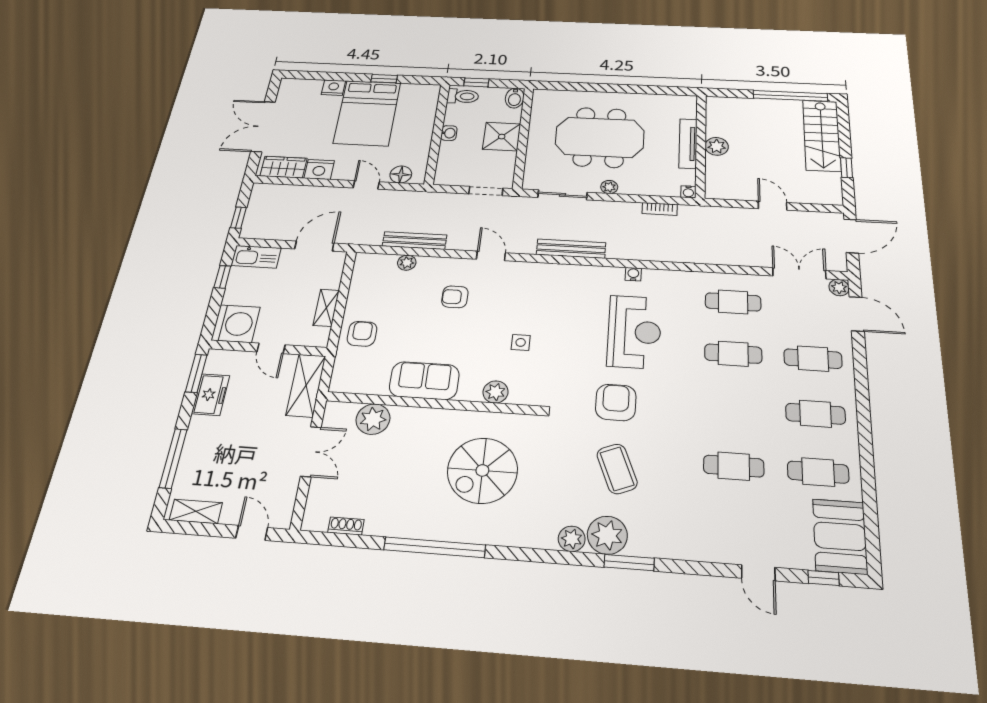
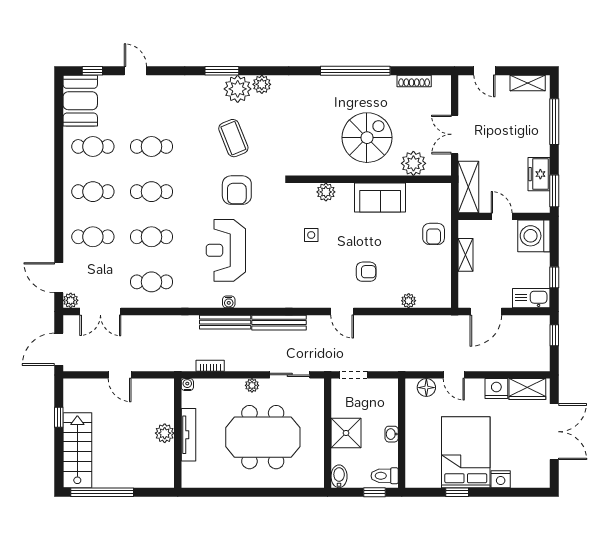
bench: (415, 241) -> (225, 322), moved
cafe table: (733, 408) -> (151, 192), added
spiral stairs: (482, 470) -> (367, 138), moved
shoe rack: (346, 526) -> (414, 81), width x1.43

